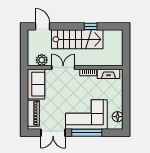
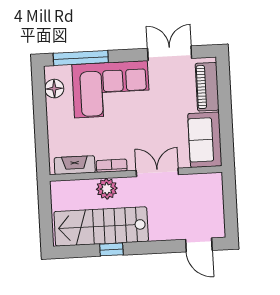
stairs: (77, 39) -> (101, 226), moved
plant: (42, 60) -> (107, 189), moved
double door: (63, 67) -> (157, 172), swing flipped
window: (87, 133) -> (81, 58), moved

